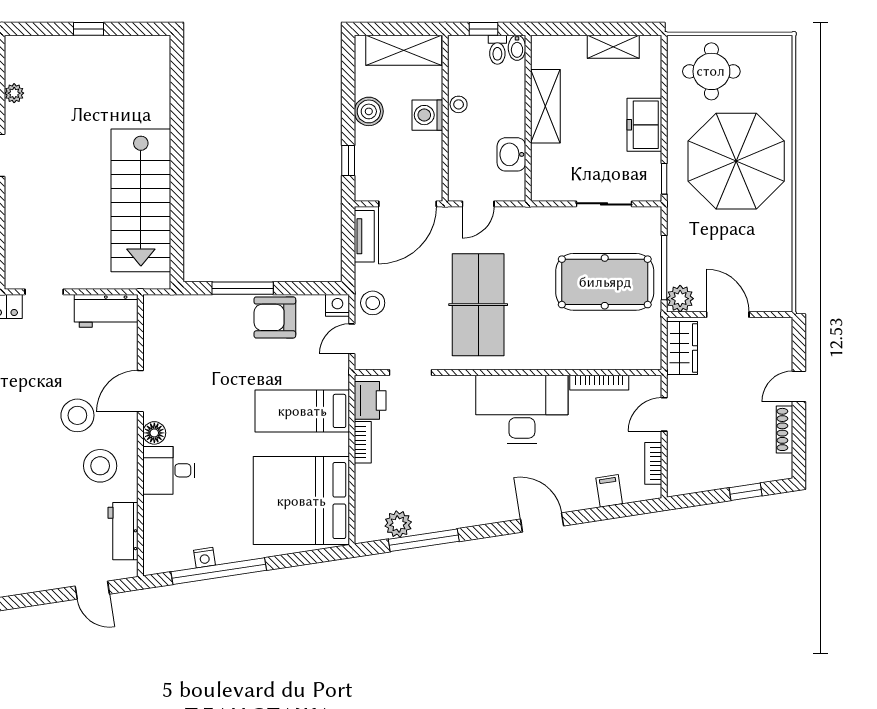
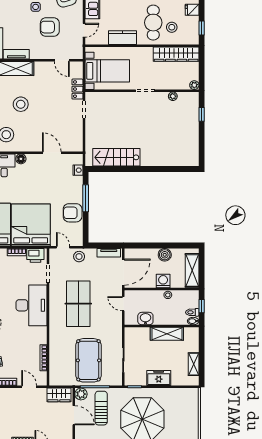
window: (89, 29) -> (202, 114), moved
round table: (711, 71) -> (183, 408), removed
window: (348, 161) -> (143, 246), removed
stairs: (141, 200) -> (116, 157), width x0.73, depth x0.66
door: (408, 204) -> (123, 272), swing flipped
sun lounger: (712, 253) -> (101, 408), added
nightstand: (337, 305) -> (78, 170), moved
table tennis table: (478, 305) -> (78, 304), turned 90
workbench: (106, 311) -> (75, 137), removed
door: (728, 315) -> (74, 415), hinge flipped
armchair: (275, 317) -> (73, 213), turned -90
door: (140, 391) -> (52, 153), moved
desk: (522, 409) -> (31, 305), moved
bed: (302, 411) -> (31, 225), width x2.04
stool: (77, 415) -> (21, 104), moved

